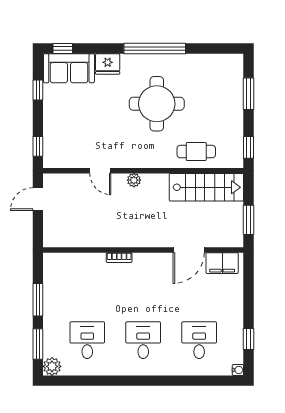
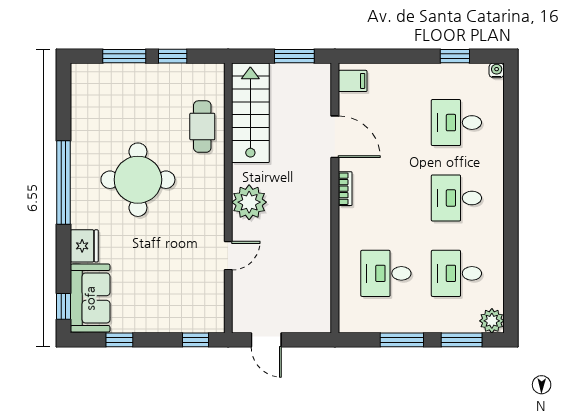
window: (249, 147) -> (173, 56), moved
plant: (134, 180) -> (249, 202), width x1.88, depth x1.88
bookcase: (119, 258) -> (345, 189), moved
filing cabinet: (222, 263) -> (353, 81), width x0.50
desk: (87, 288) -> (386, 273), added

